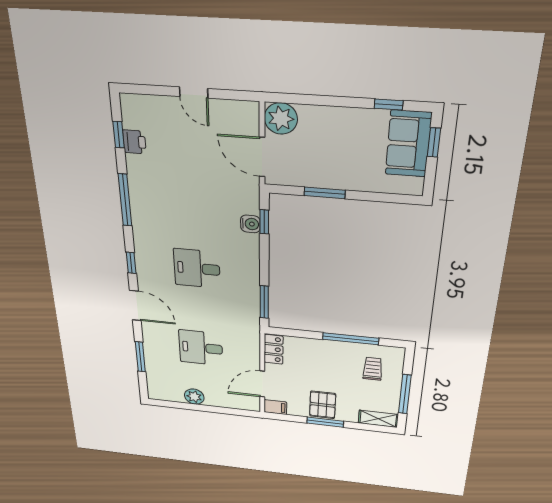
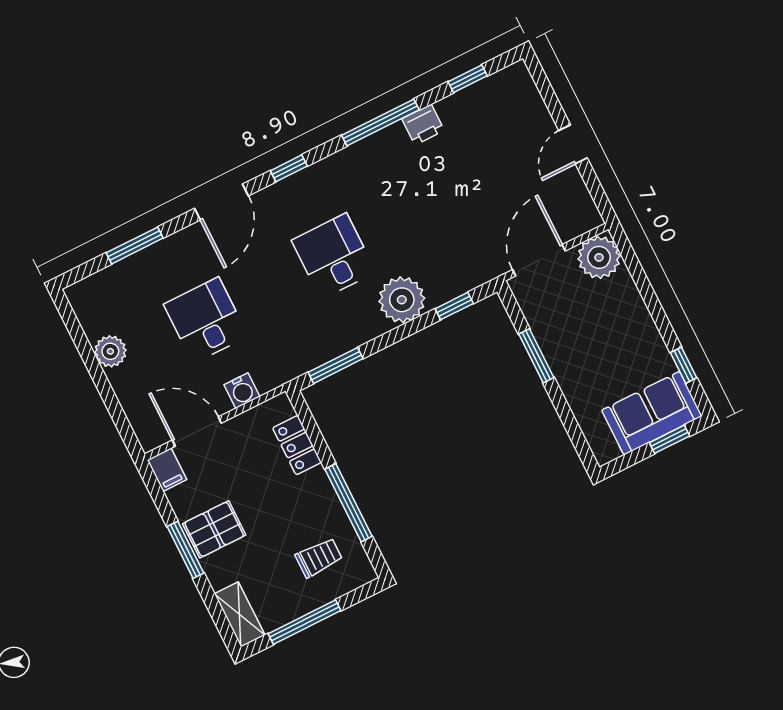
printer: (134, 142) -> (423, 125), moved
water cooler: (250, 224) -> (242, 391), moved
plant: (244, 248) -> (402, 300), added
locker: (274, 349) -> (297, 445), moved, turned 90

